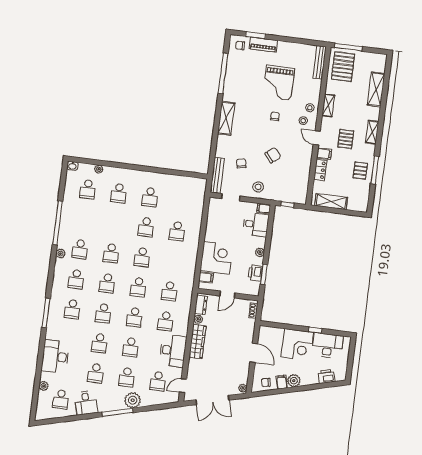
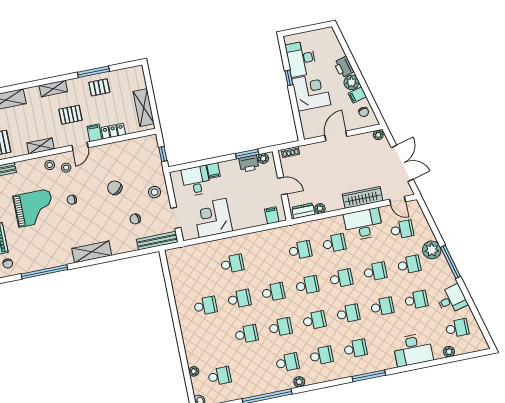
school desk: (119, 193) -> (246, 334), moved
filing cabinet: (264, 208) -> (214, 170), moved
plant: (260, 252) -> (263, 158), moved
corner desk: (217, 258) -> (213, 218), moved
wardrobe: (197, 341) -> (363, 197), moved
printer: (327, 376) -> (344, 67), moved

